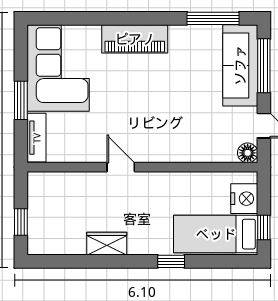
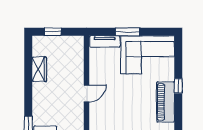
window: (109, 18) -> (178, 86), added
wardrobe: (107, 244) -> (39, 69), moved

